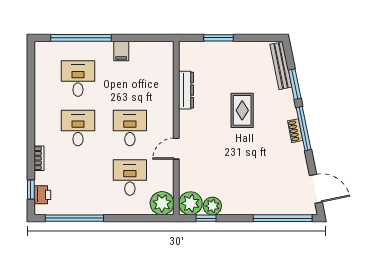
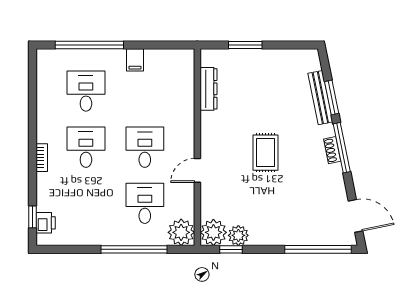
bench: (281, 66) -> (320, 98), moved
dresser: (186, 90) -> (208, 89), moved
rug: (242, 110) -> (266, 153), moved
bookcase: (39, 158) -> (42, 158), moved
window: (74, 218) -> (134, 249), moved

